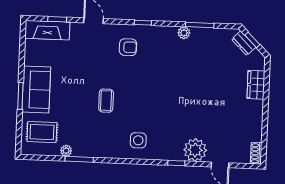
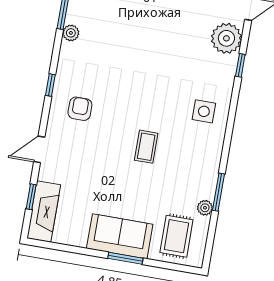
coffee table: (106, 101) -> (146, 147), turned 90

